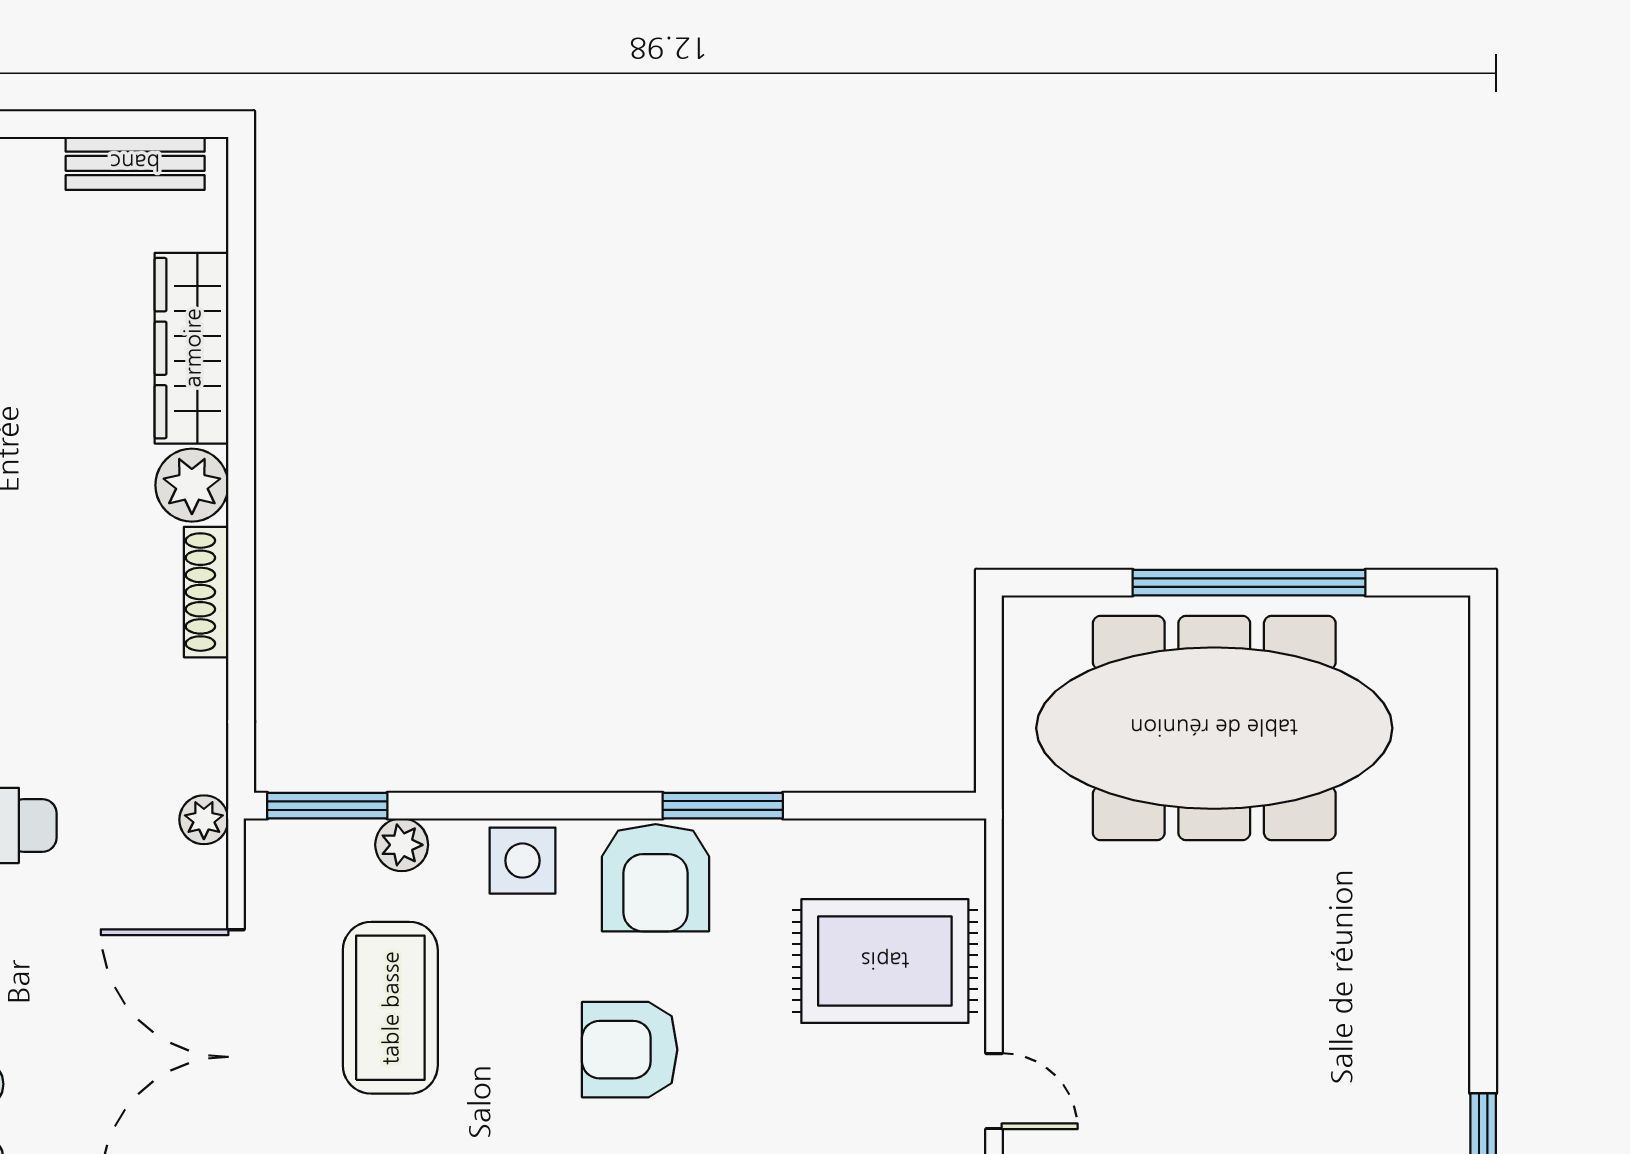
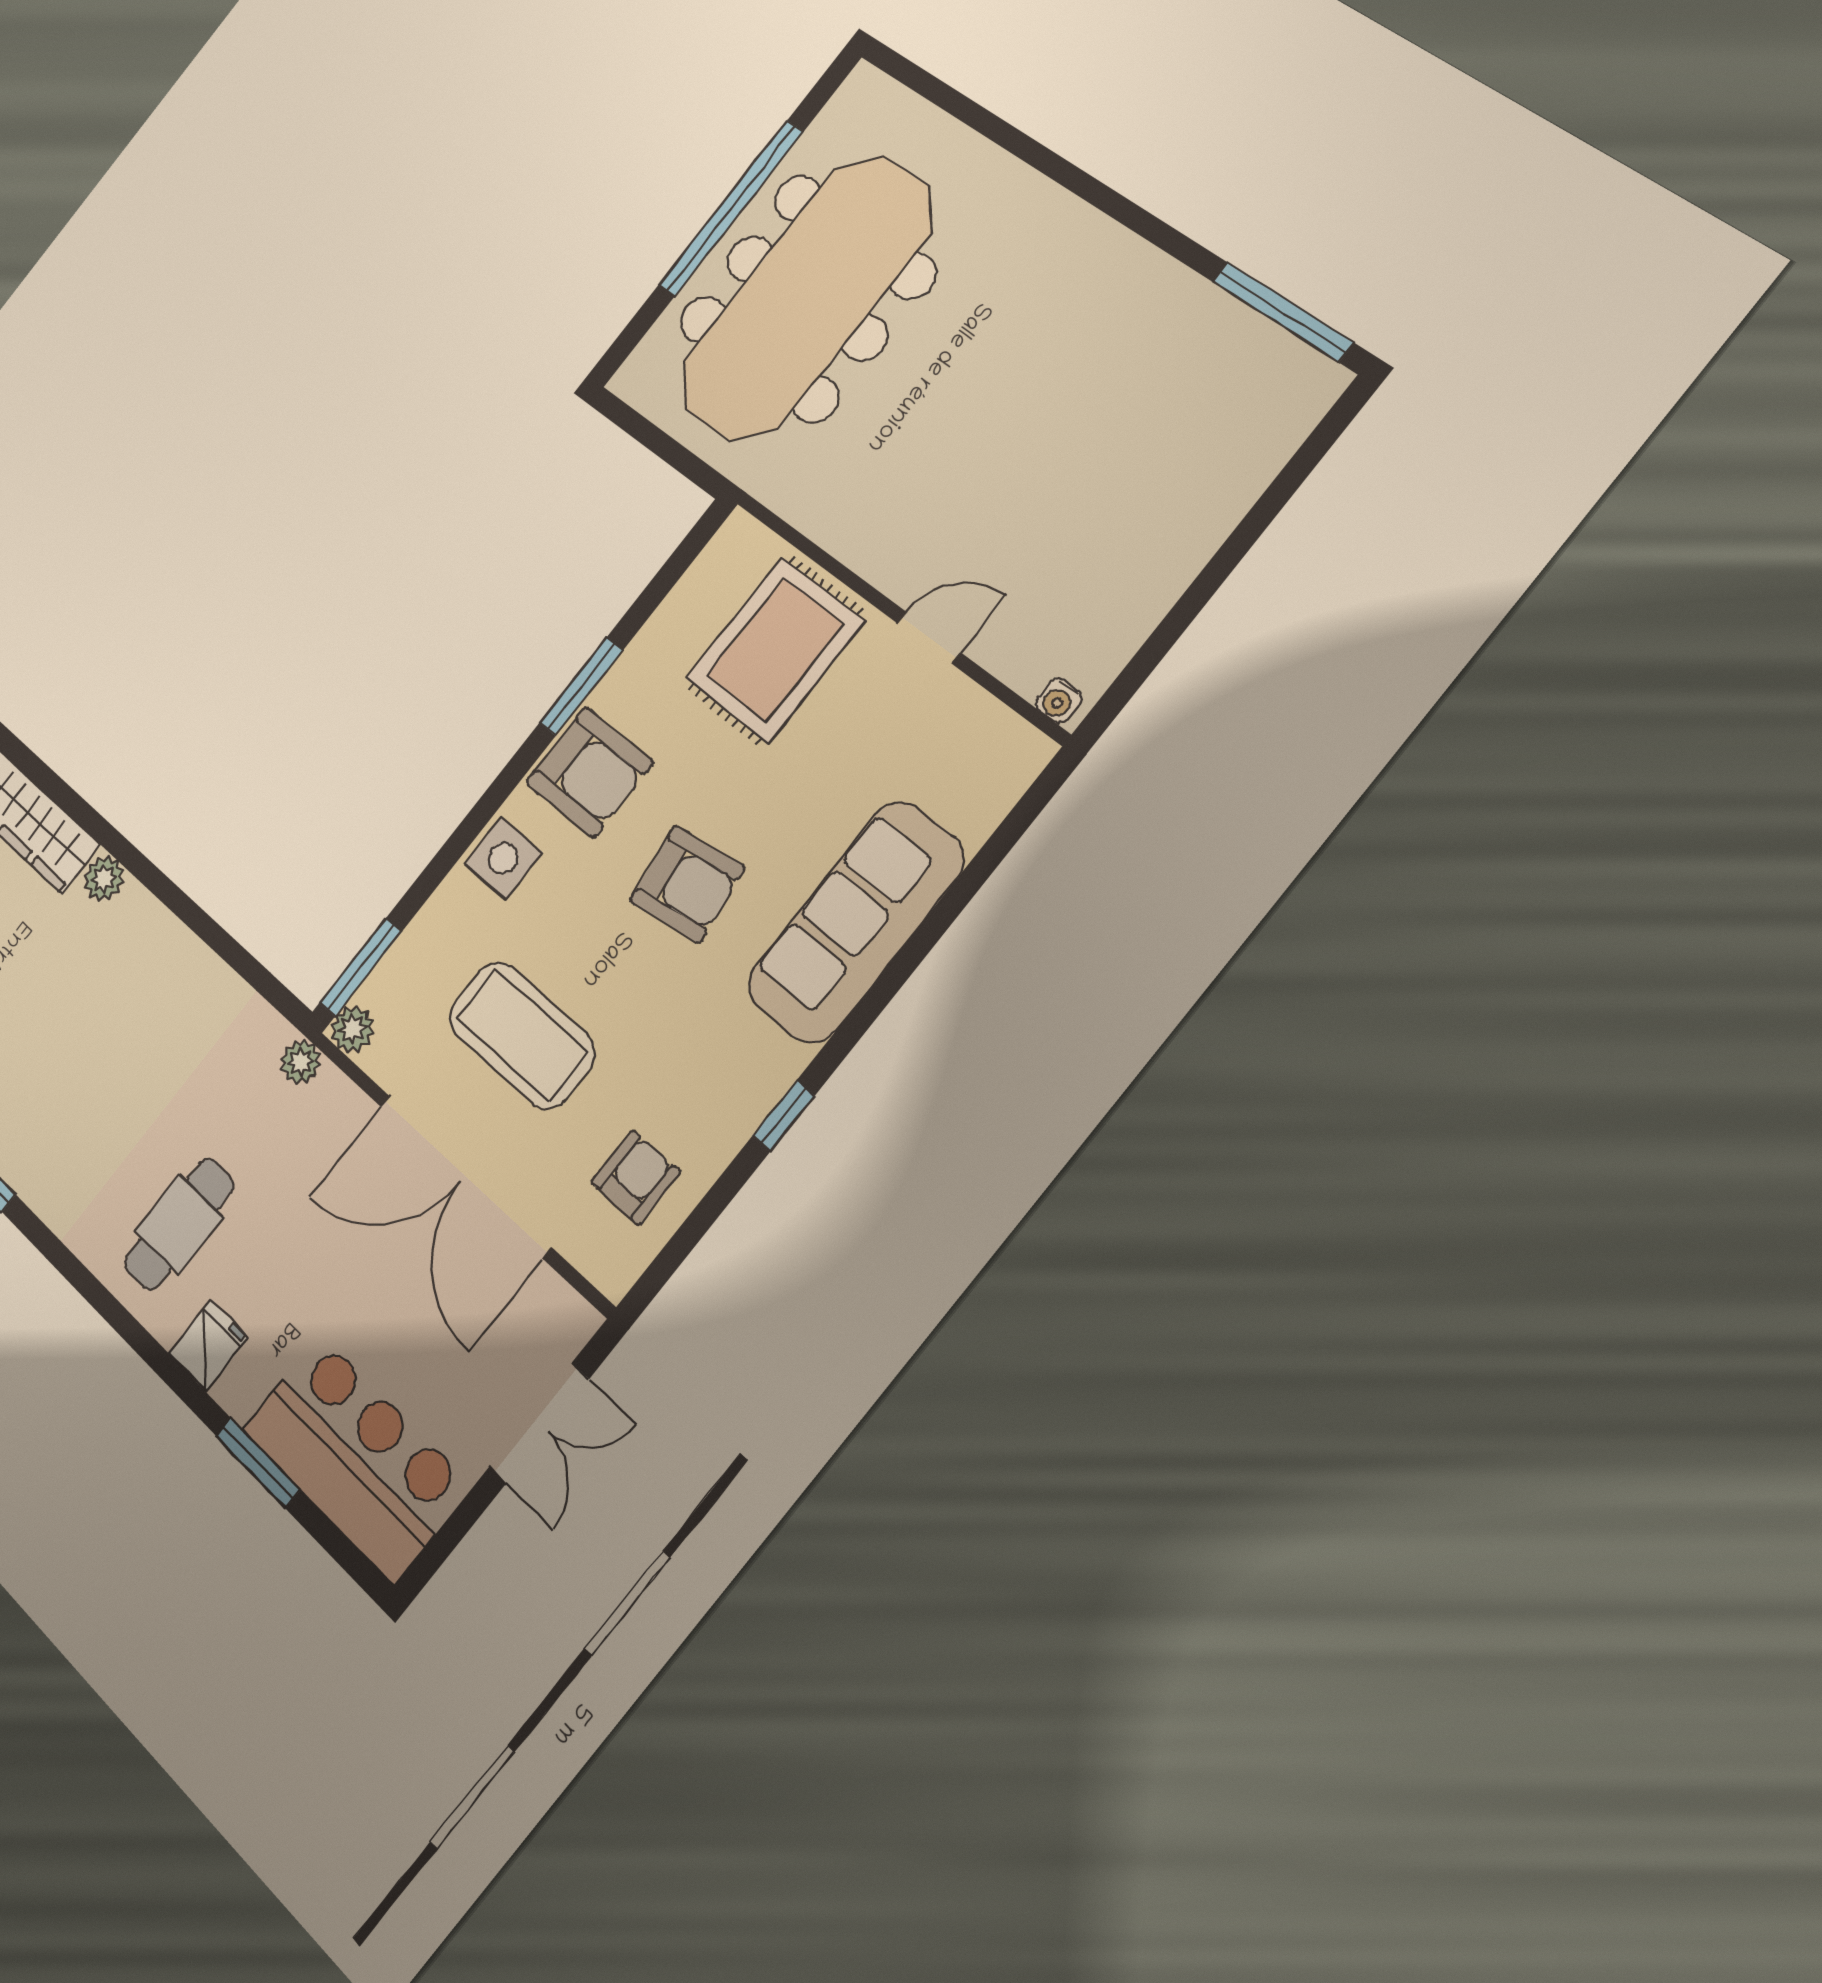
plant: (192, 485) -> (104, 879), width x0.73, depth x0.73
shoe rack: (206, 592) -> (171, 937), removed
plant: (402, 845) -> (352, 1029), moved
armchair: (630, 1050) -> (687, 884), turned -98

